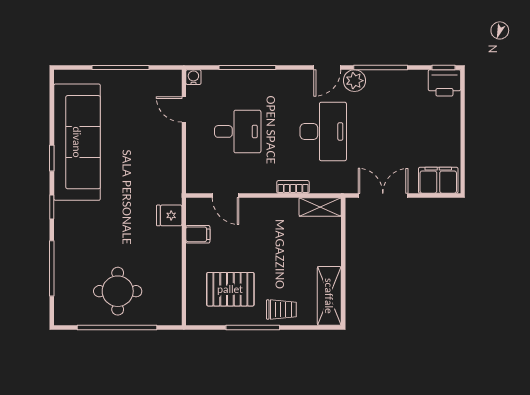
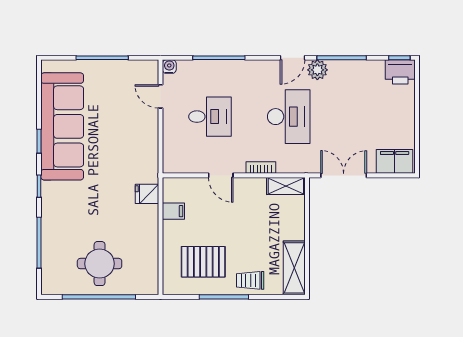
door: (226, 195) -> (221, 175), moved
trolley: (281, 310) -> (250, 280), turned 180

